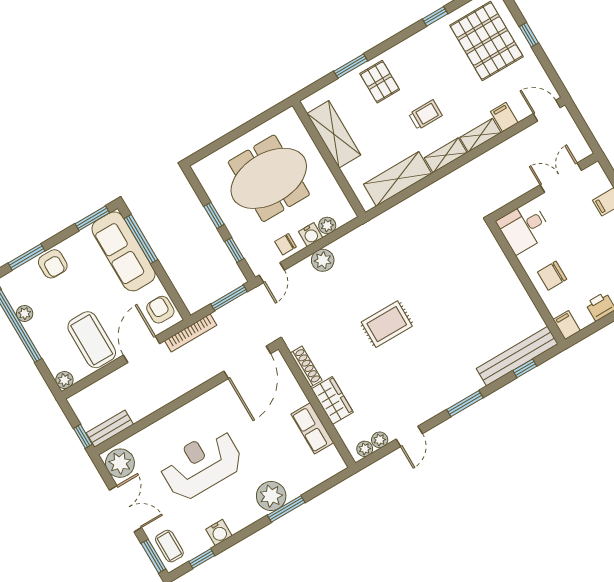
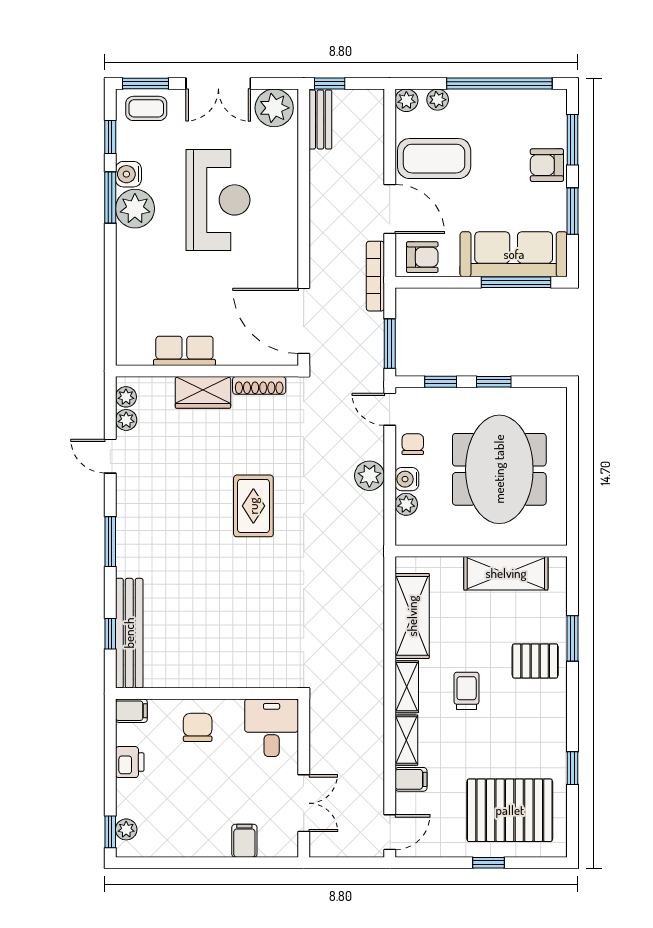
trolley: (425, 115) -> (467, 691), turned 180
window: (92, 218) -> (572, 211), moved
plant: (25, 313) -> (438, 100), moved
plant: (271, 496) -> (135, 209), moved
window: (286, 509) -> (110, 197), moved

